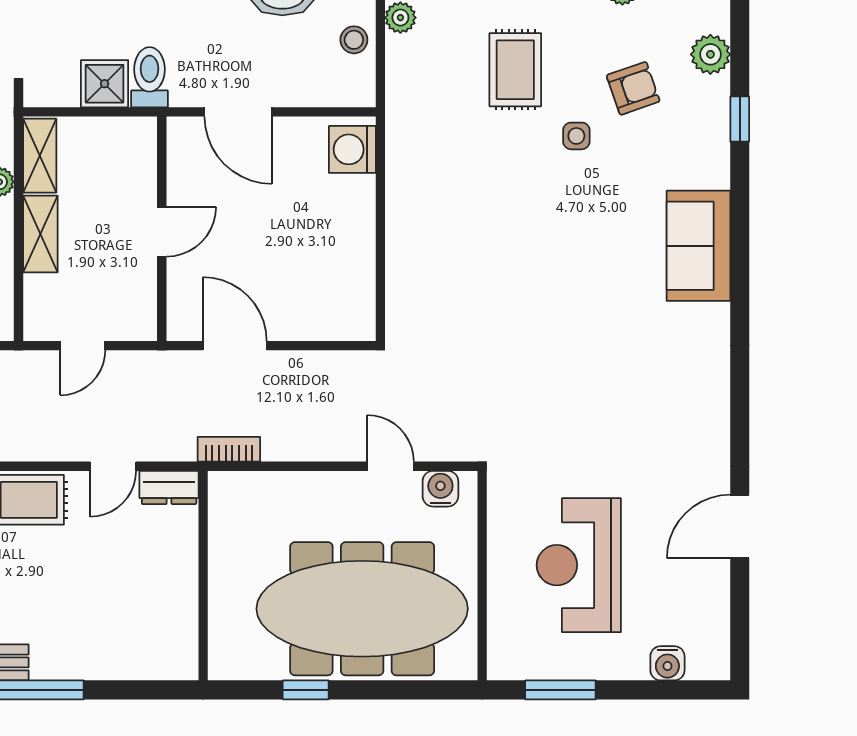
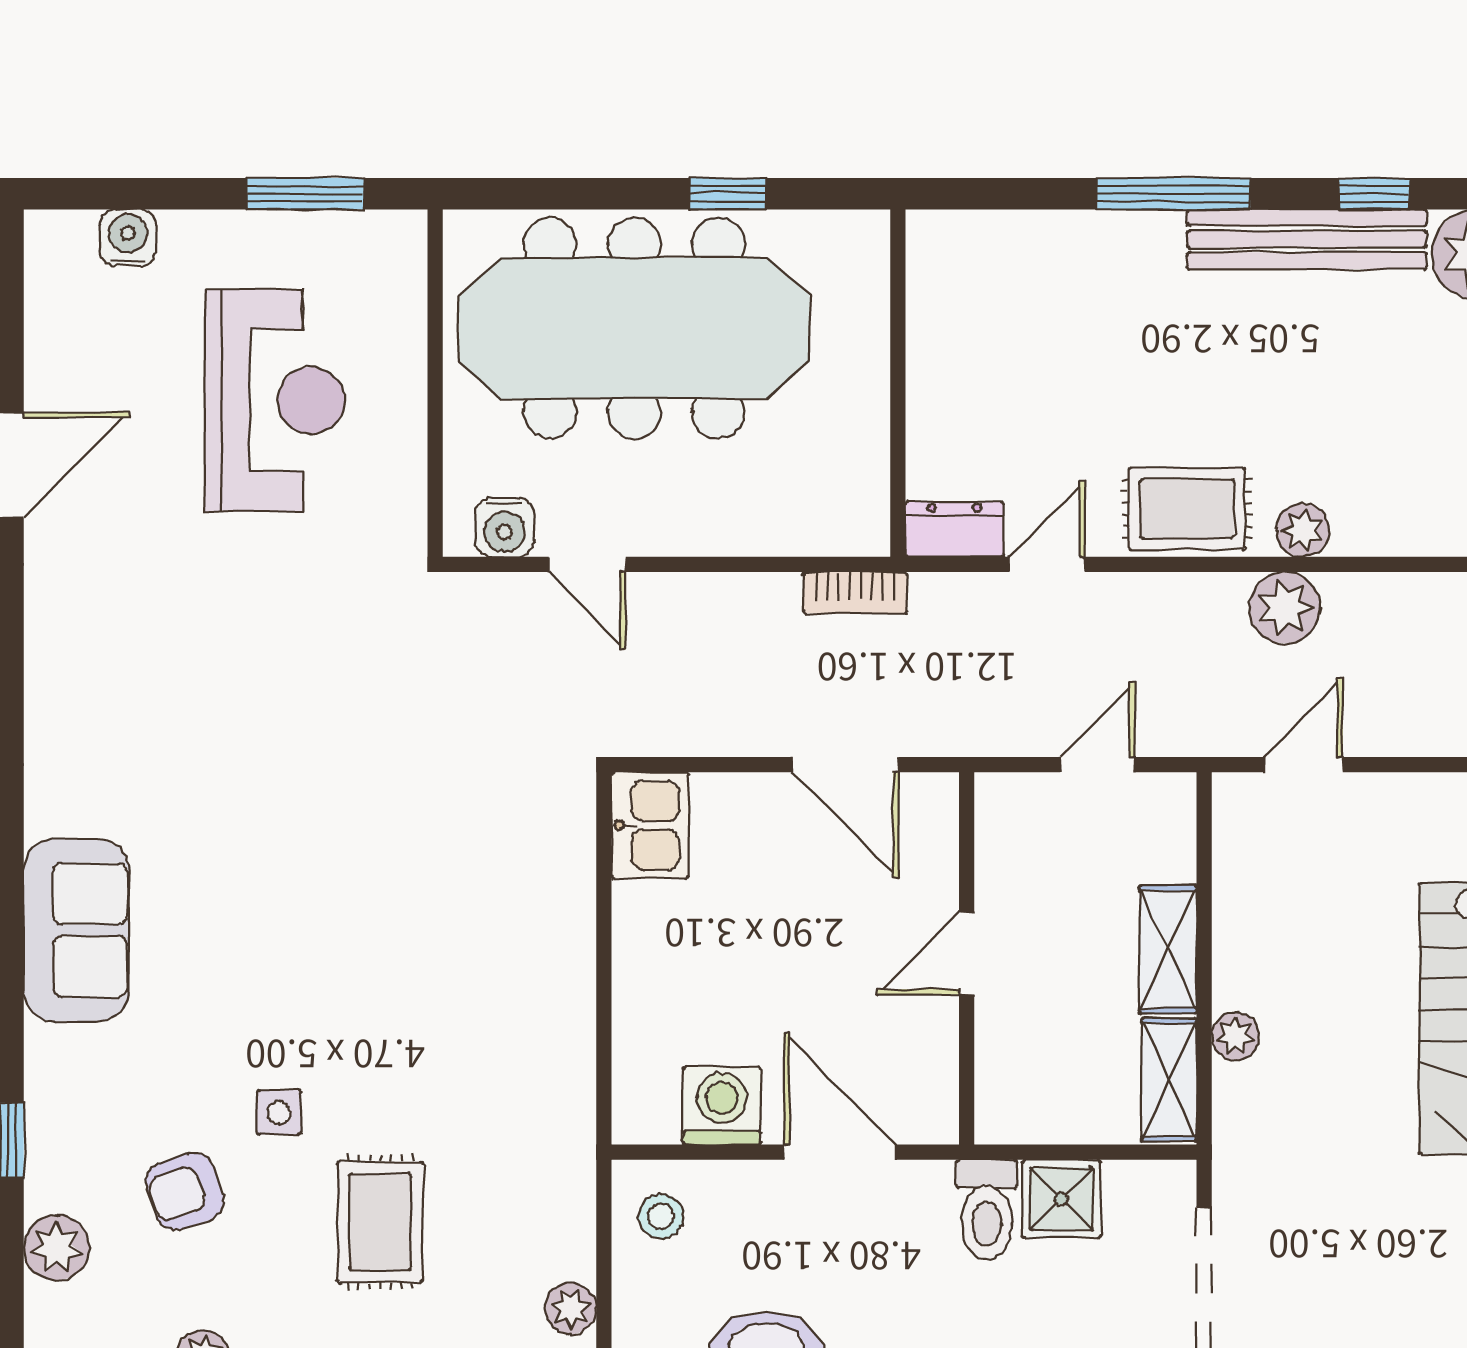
stool: (354, 40) -> (661, 1216), moved
washing machine: (352, 149) -> (722, 1106), moved, turned -90
kitchen sink: (353, 309) -> (650, 825), added

